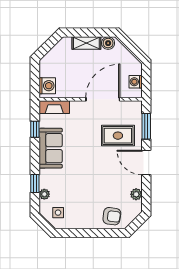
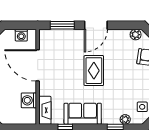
washing machine: (47, 86) -> (29, 100), moved, turned -90
rug: (118, 136) -> (94, 71), moved
plant: (136, 194) -> (136, 35), moved

